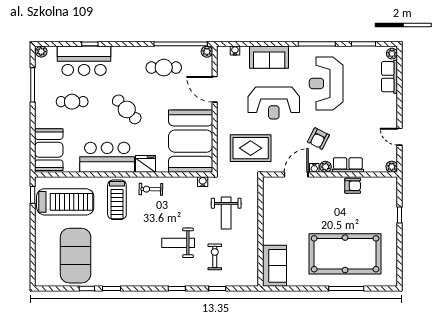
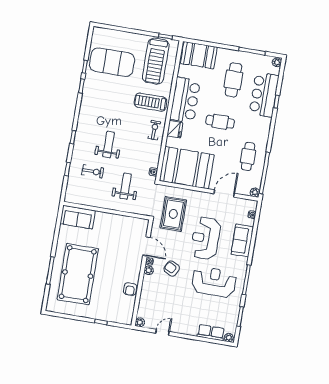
cafe table: (72, 102) -> (233, 80), width x1.37, depth x1.35
cafe table: (127, 109) -> (220, 122), turned 44
row of seats: (348, 165) -> (147, 288), removed
weight bench: (226, 213) -> (126, 186), turned 90

